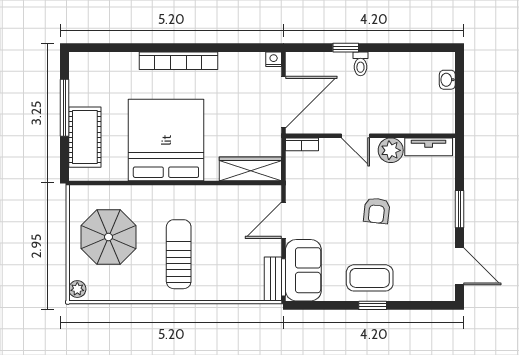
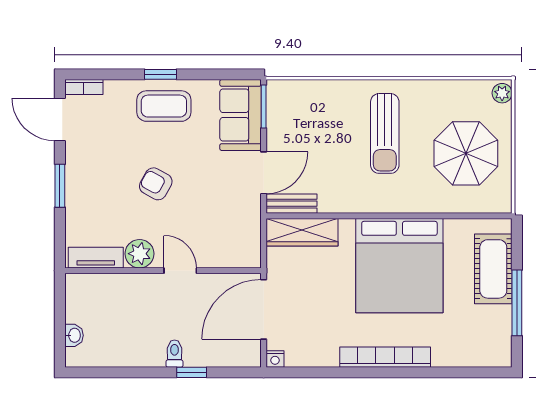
bookcase: (302, 144) -> (84, 87), moved, turned 180
armchair: (377, 211) -> (156, 184), turned -67
bench: (273, 279) -> (292, 204), moved, turned 90

